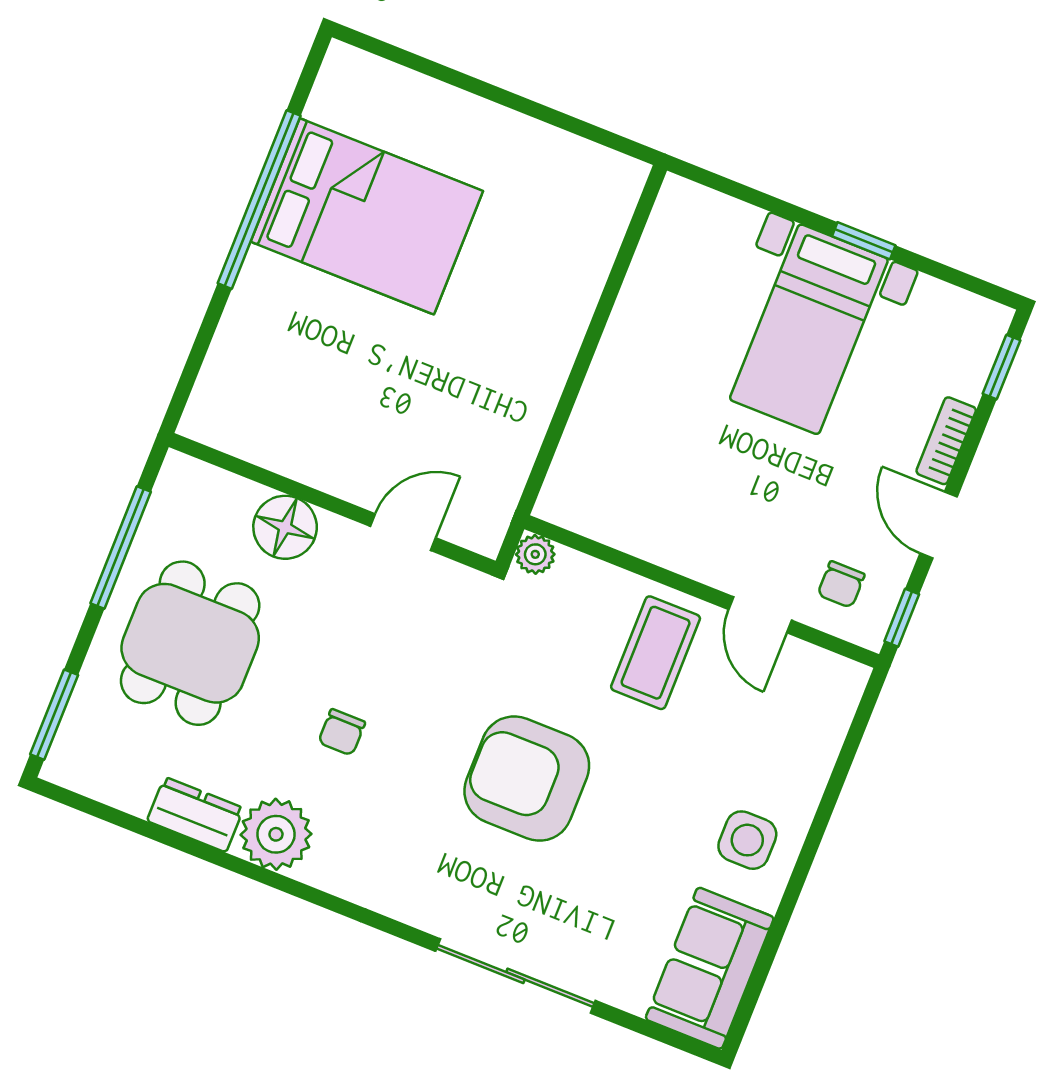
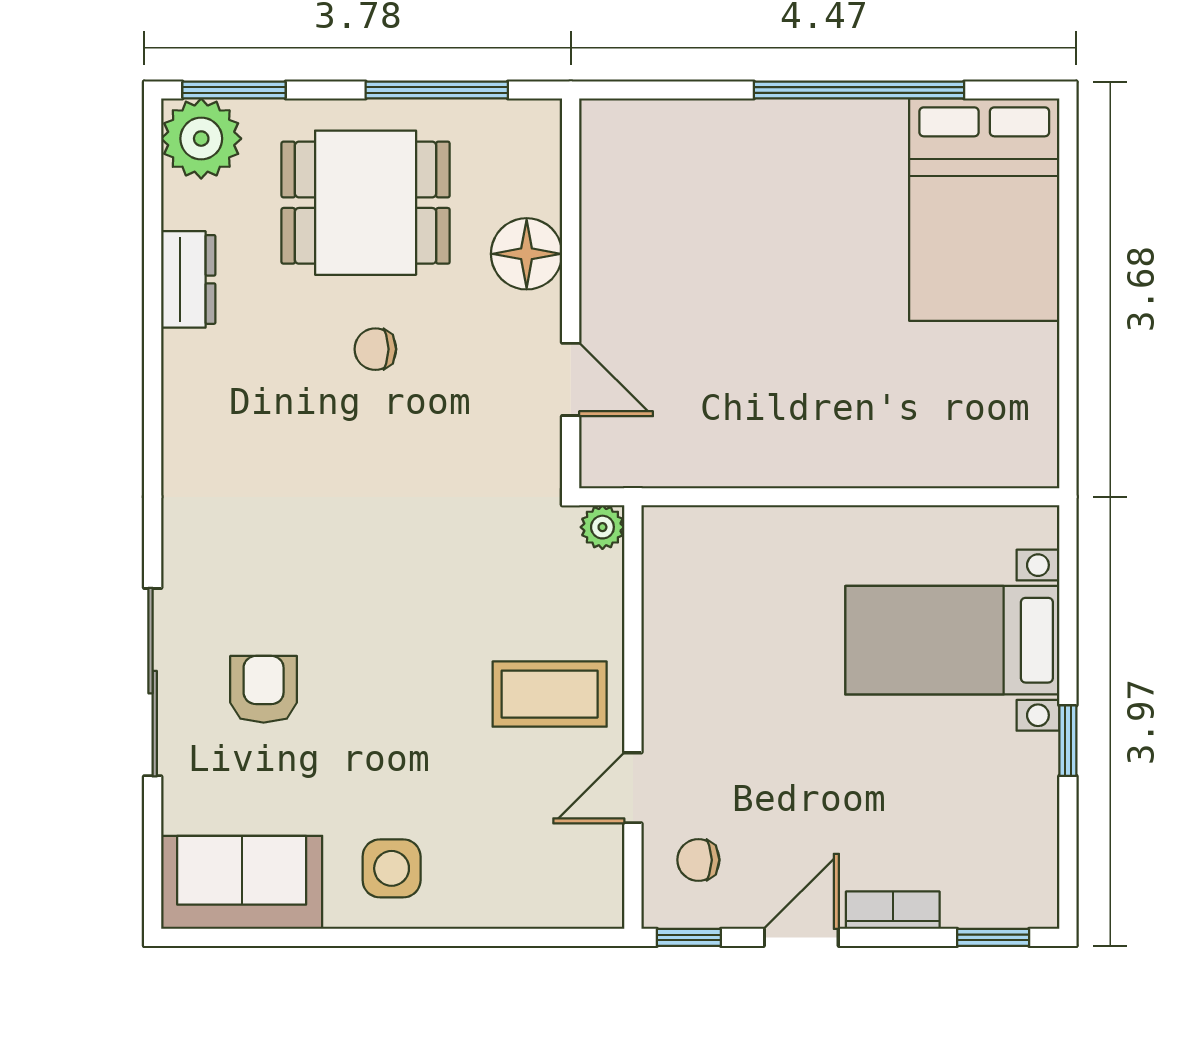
bed: (367, 216) -> (984, 210), moved
bed with nightstands: (809, 329) -> (952, 640), moved
chair: (342, 732) -> (375, 349), moved
armchair: (527, 779) -> (264, 689), moved, width x0.53, depth x0.53
plant: (276, 834) -> (201, 139), moved

